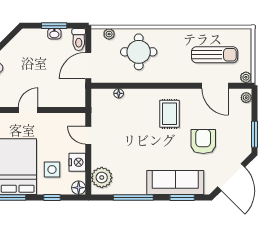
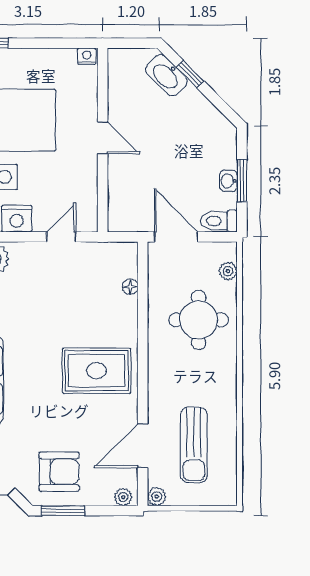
rug: (170, 114) -> (96, 371), width x1.36, depth x1.43
armchair: (203, 142) -> (59, 472), moved

